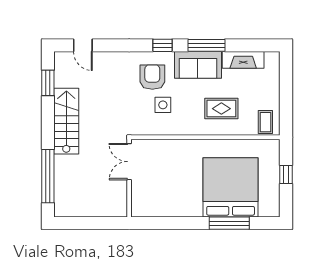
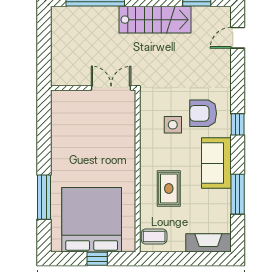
window: (207, 45) -> (238, 194), moved
fireplace: (243, 60) -> (208, 243), moved, turned 90
armchair: (152, 77) -> (203, 113), turned 180
bed: (231, 187) -> (92, 220), moved, turned -90

